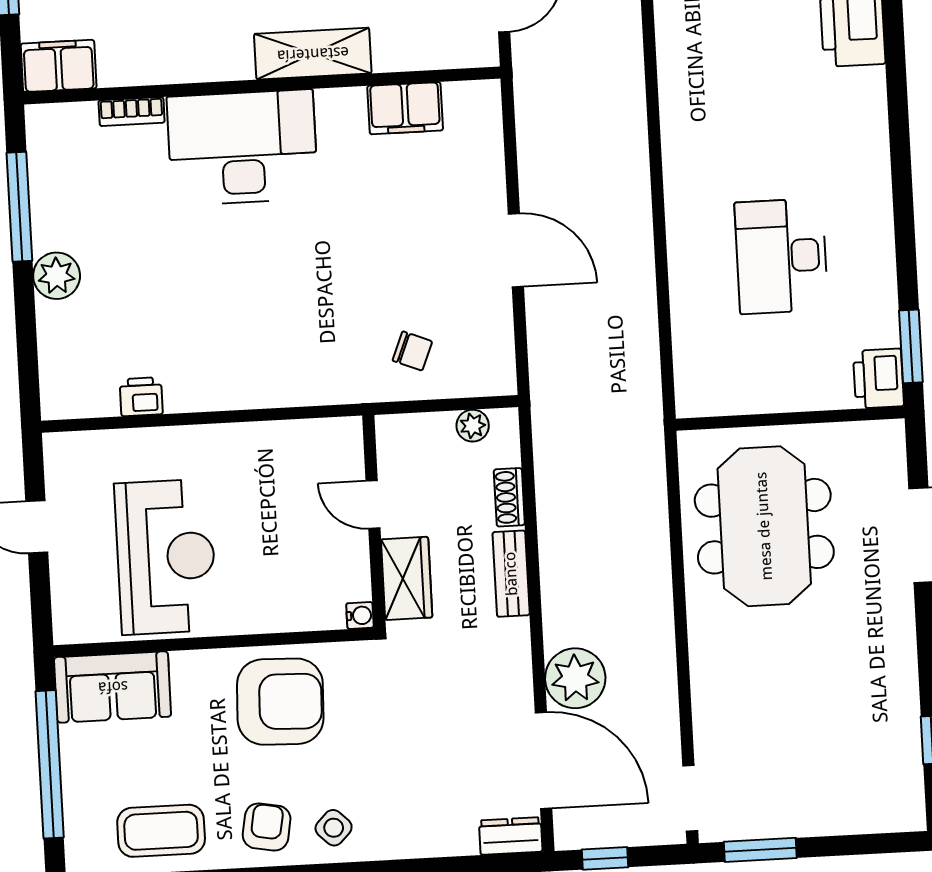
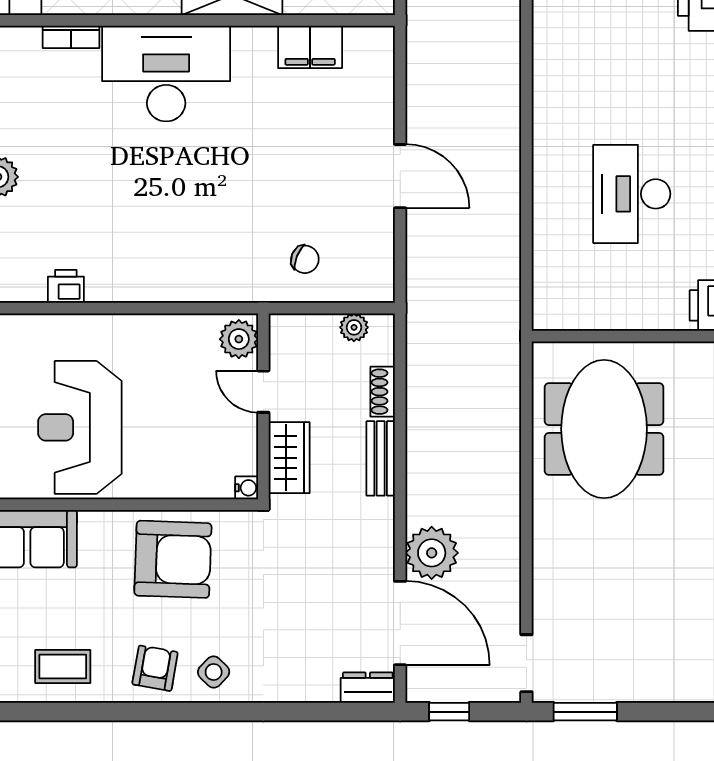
plant: (342, 446) -> (239, 339), added
reception desk: (166, 557) -> (80, 427), turned 180
coffee table: (161, 831) -> (63, 667), width x0.73, depth x0.77

